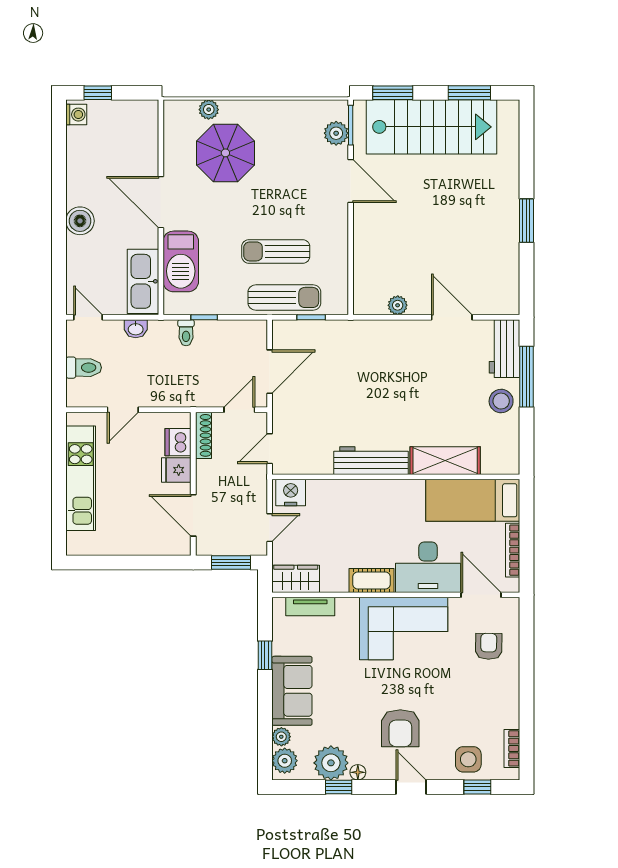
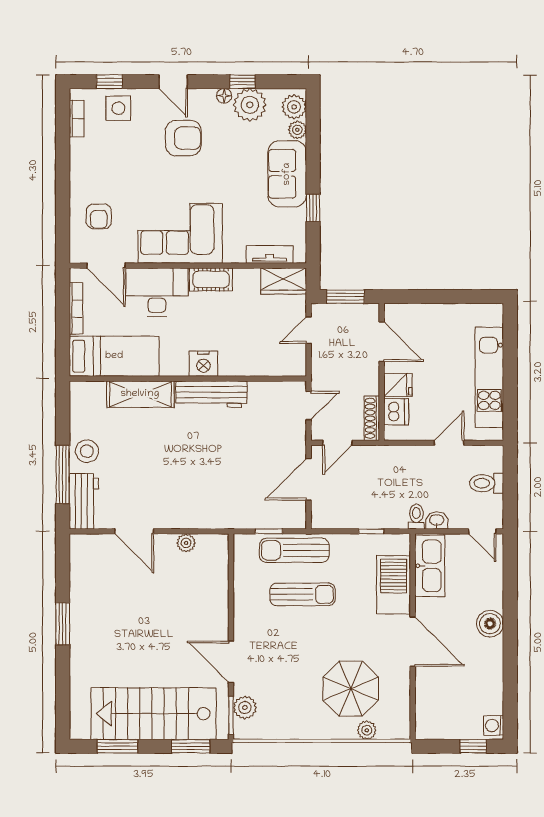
toilet: (186, 333) -> (416, 517), moved
nightstand: (291, 493) -> (203, 364), moved
armchair: (400, 728) -> (183, 138), turned 90

